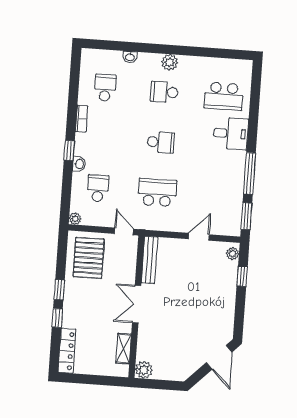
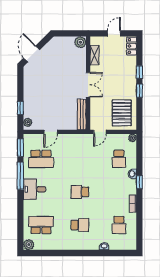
plant: (170, 62) -> (29, 245), moved
desk: (231, 133) -> (35, 189), moved
school desk: (157, 193) -> (41, 159), moved
door: (124, 231) -> (100, 132), hinge flipped
locker: (67, 351) -> (132, 46), width x0.66
door: (92, 380) -> (114, 33), added

